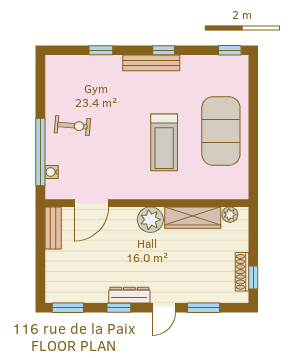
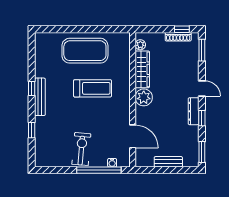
window: (230, 50) -> (32, 45), removed
exercise bike: (72, 126) -> (81, 149), width x1.38, depth x1.39
bench: (53, 228) -> (168, 162), moved
window: (203, 308) -> (202, 50), moved

